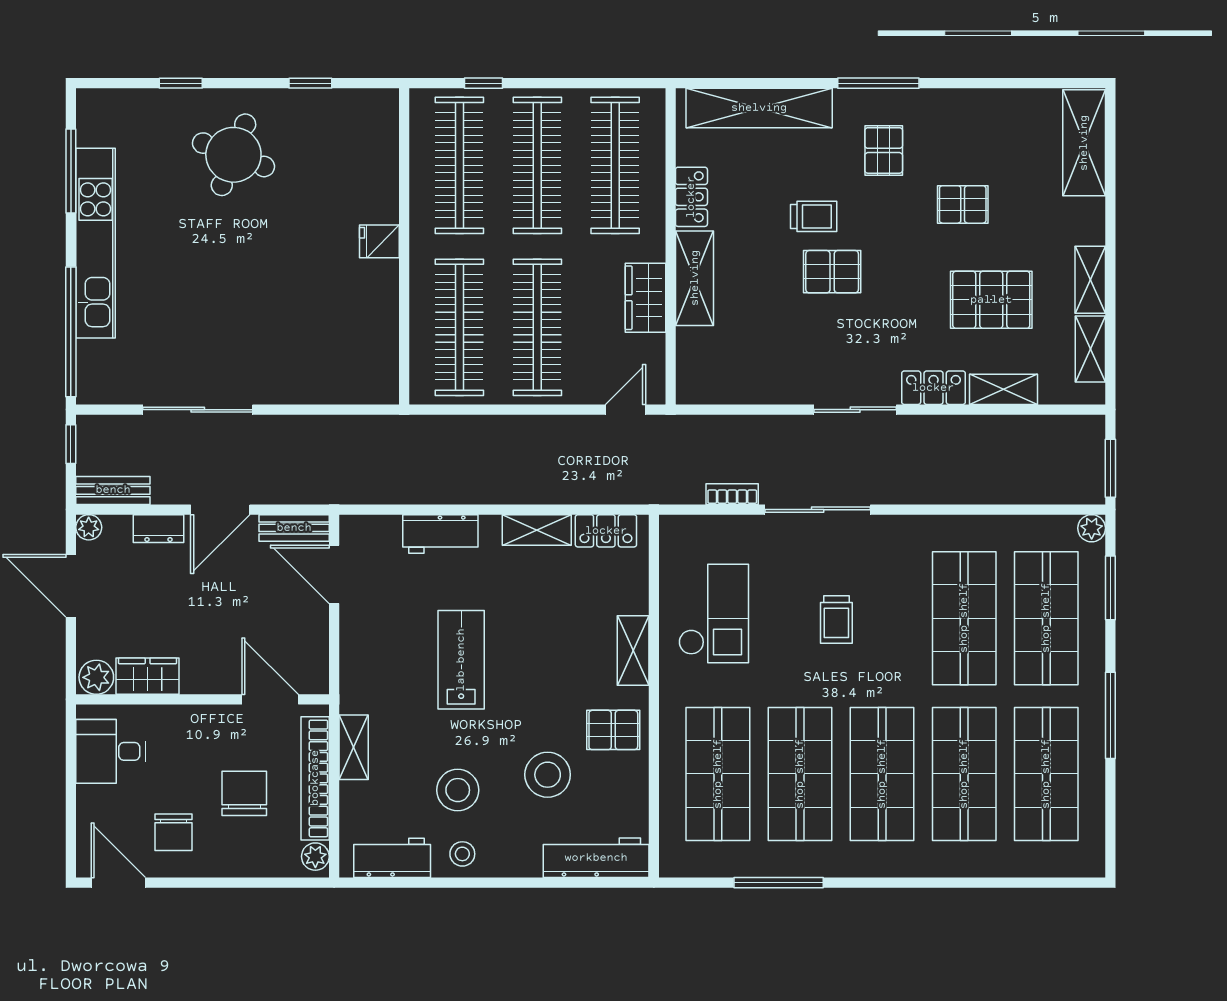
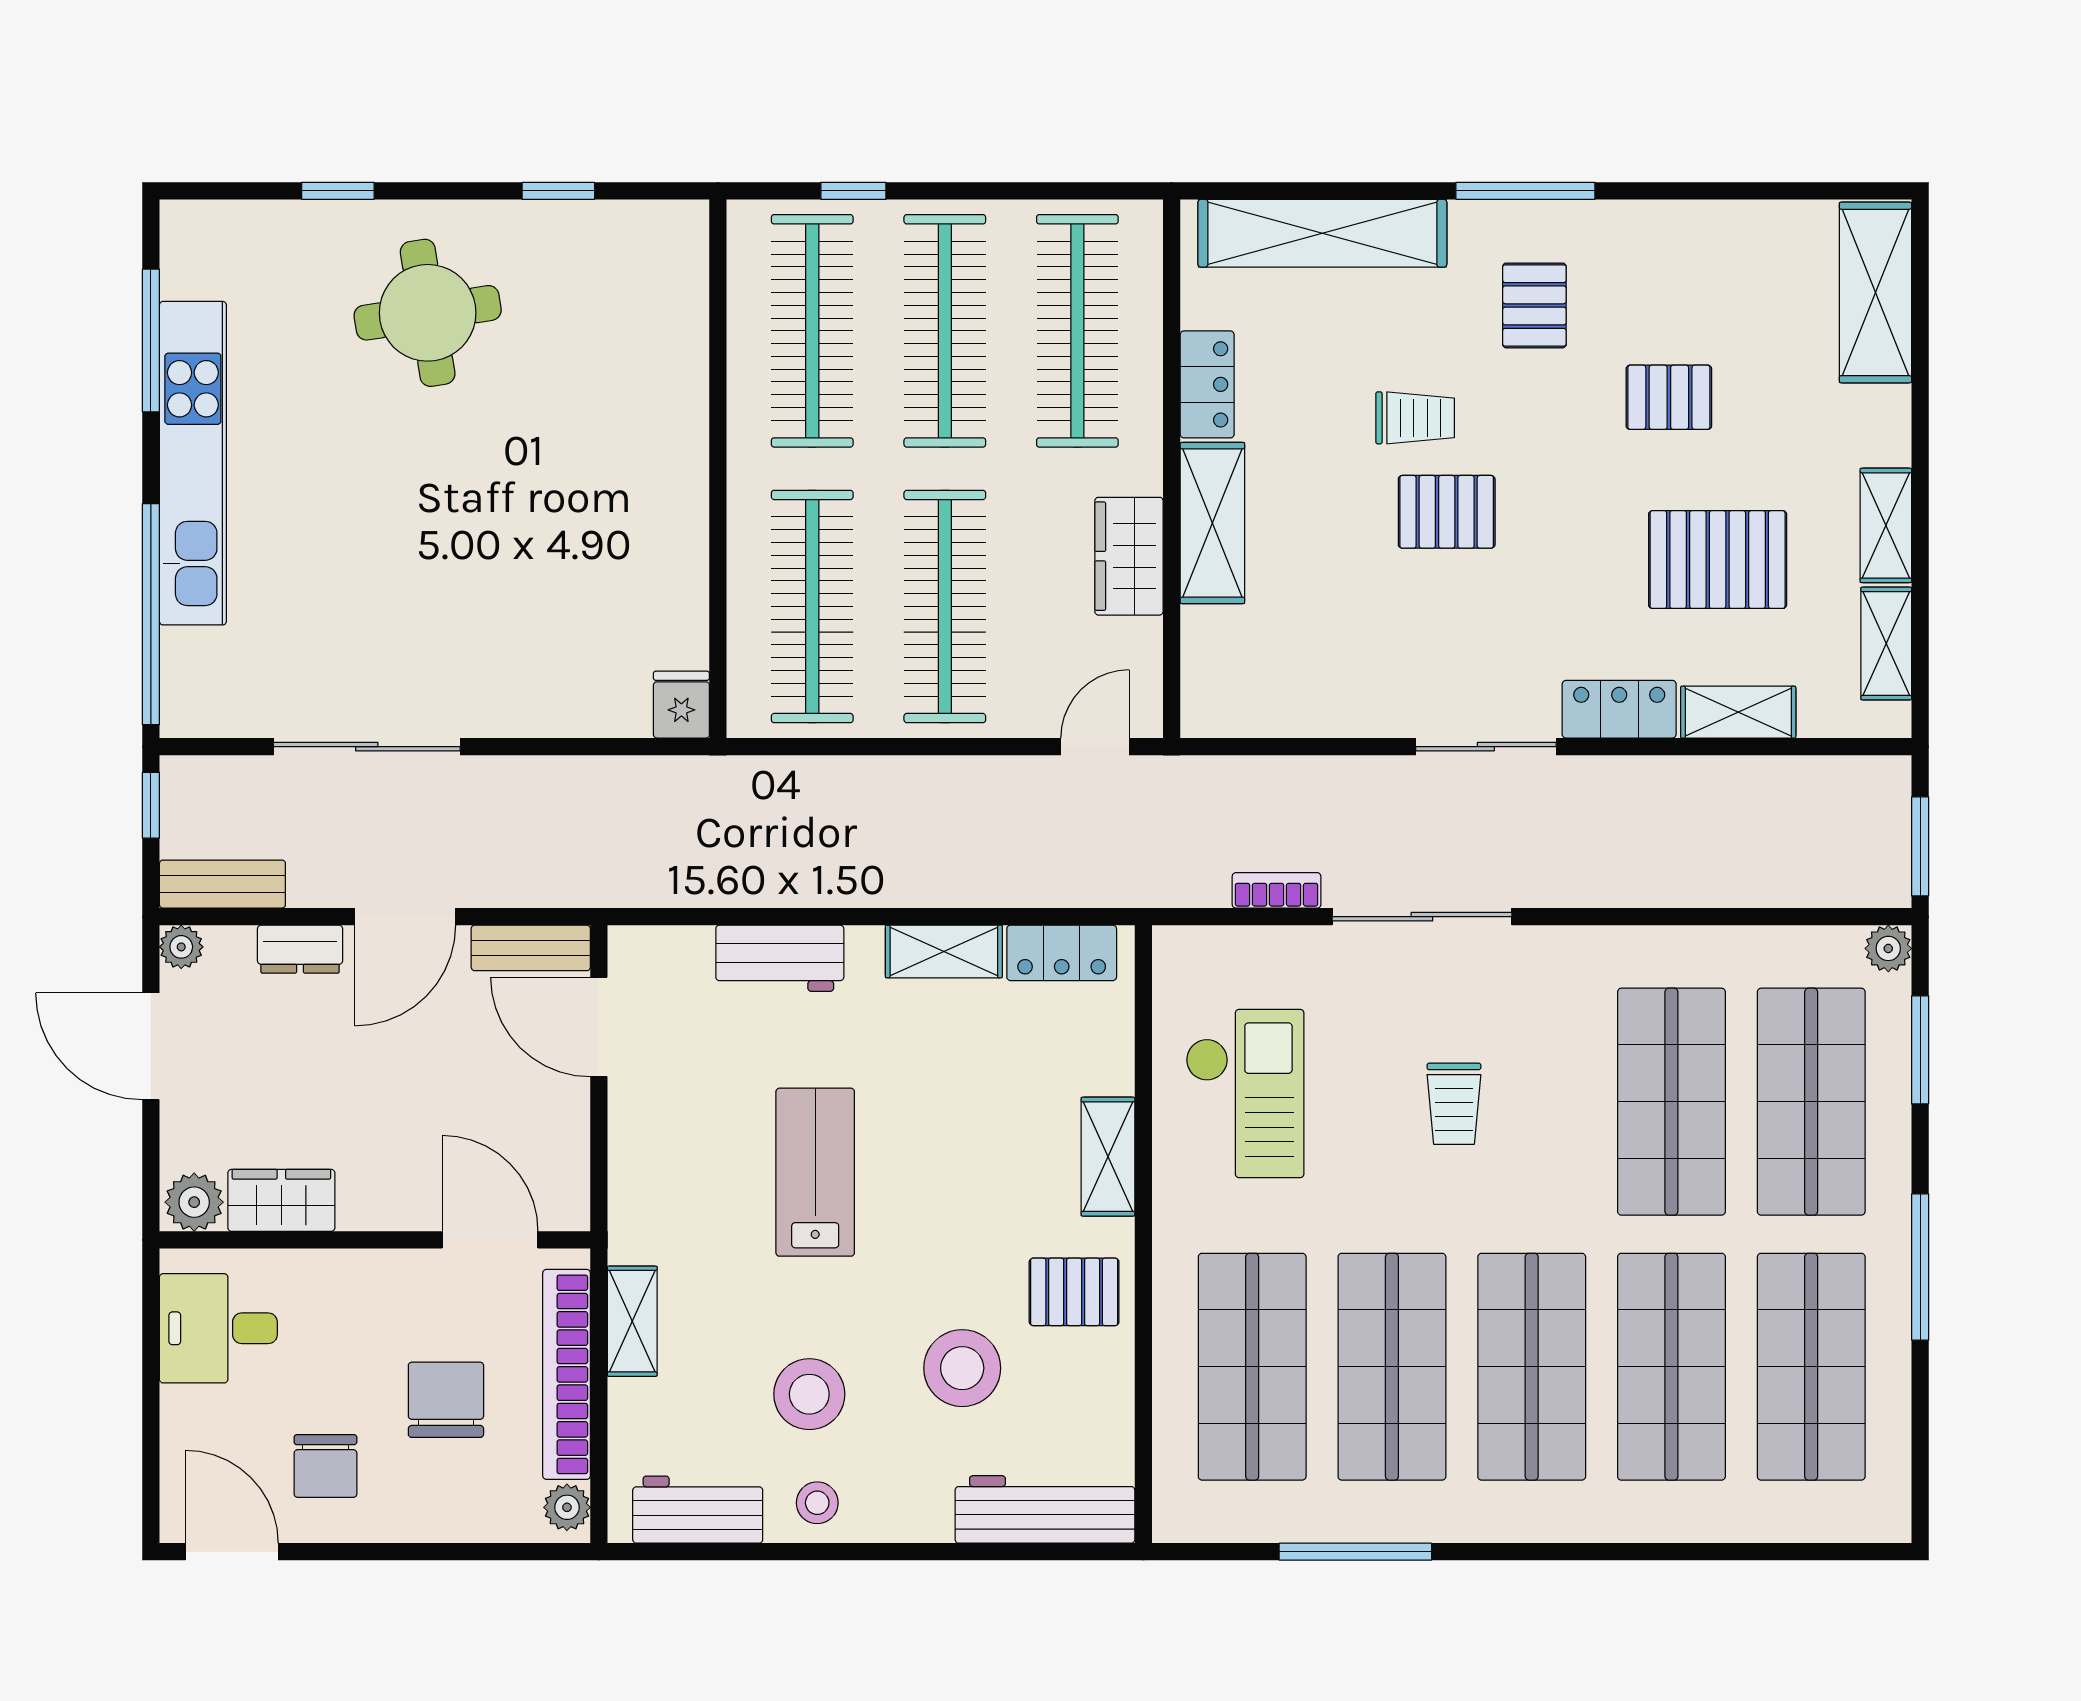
round table: (233, 155) -> (428, 313), turned -30
fridge: (379, 241) -> (681, 705), moved, turned 90

